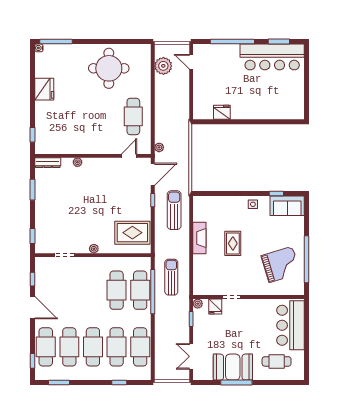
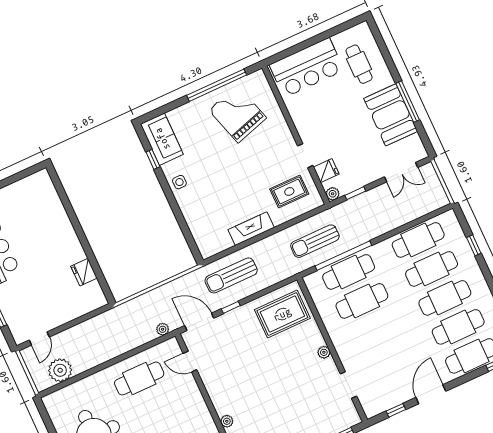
rug: (132, 233) -> (282, 314), turned 90
rug: (233, 243) -> (289, 191), moved

